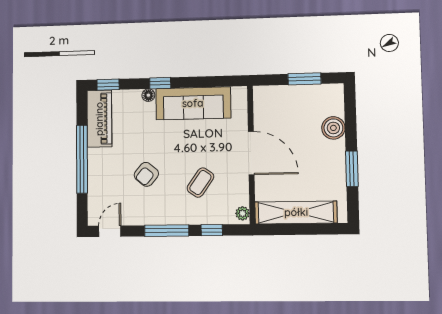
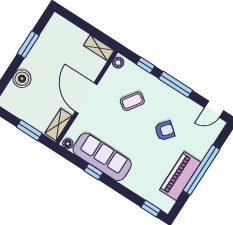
window: (304, 79) -> (29, 130), moved
window: (160, 83) -> (94, 172), moved
floor lamp: (148, 95) -> (68, 144), moved
shelving: (262, 106) -> (58, 124), added
piano: (99, 119) -> (180, 176), moved
shelving: (296, 212) -> (99, 48), width x0.45, depth x0.75

